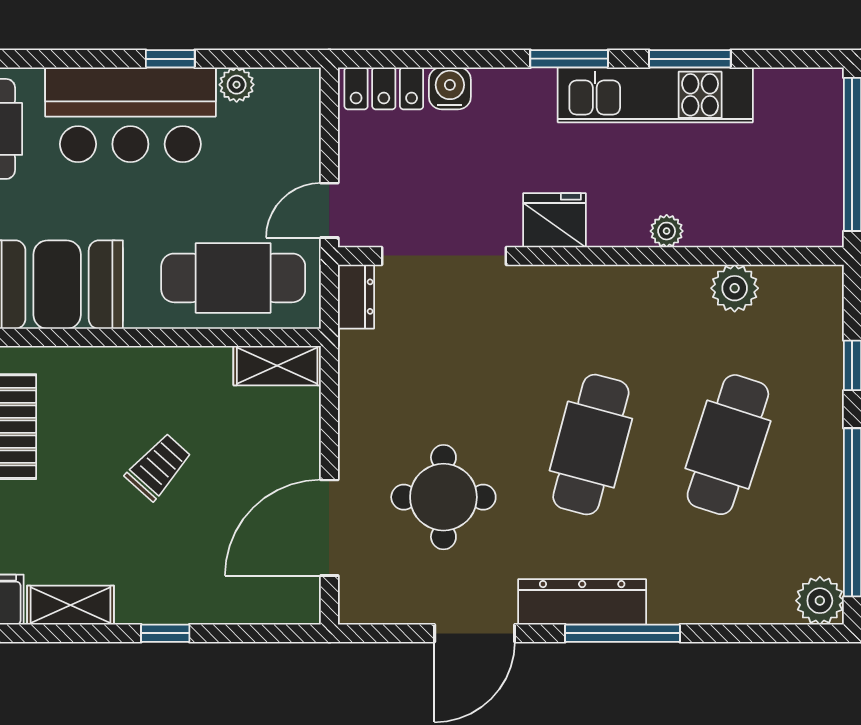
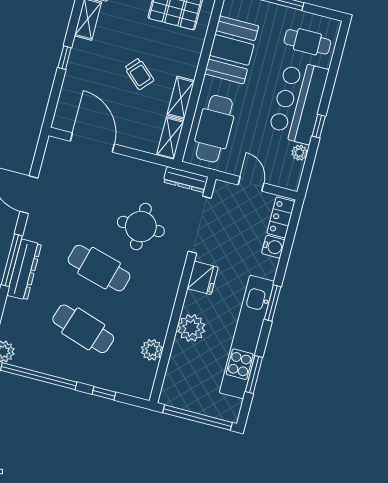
window: (690, 59) -> (254, 375), moved
kitchen unit: (655, 95) -> (247, 337), width x1.36
door: (329, 210) -> (251, 184), moved
plant: (667, 231) -> (191, 328), width x1.88, depth x1.88
dresser: (356, 297) -> (186, 179), width x1.44
shelving: (186, 366) -> (181, 98), added
round table: (443, 497) -> (141, 227), moved
dresser: (582, 602) -> (24, 270), moved

